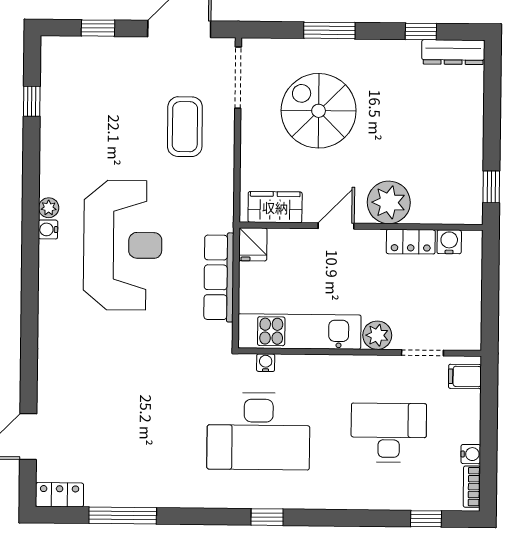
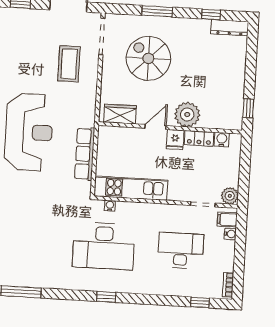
fridge: (253, 244) -> (175, 139), moved
plant: (377, 335) -> (230, 196), moved
water cooler: (471, 454) -> (230, 234), moved

